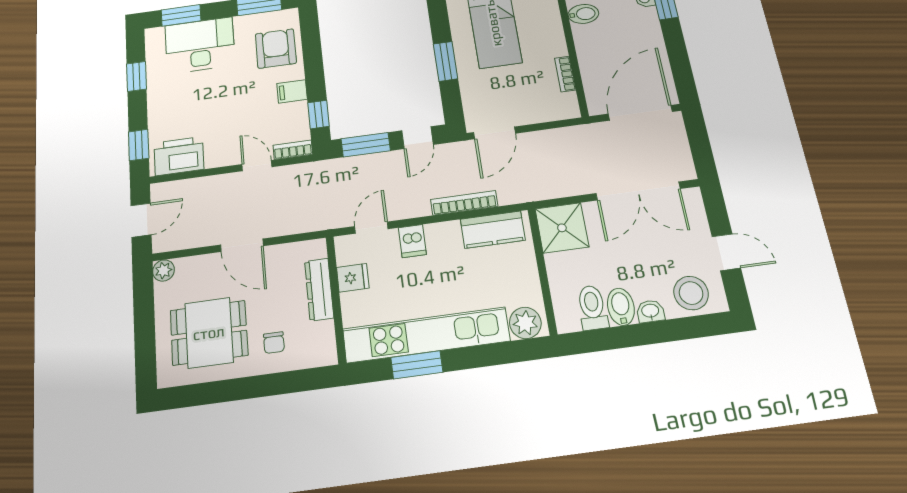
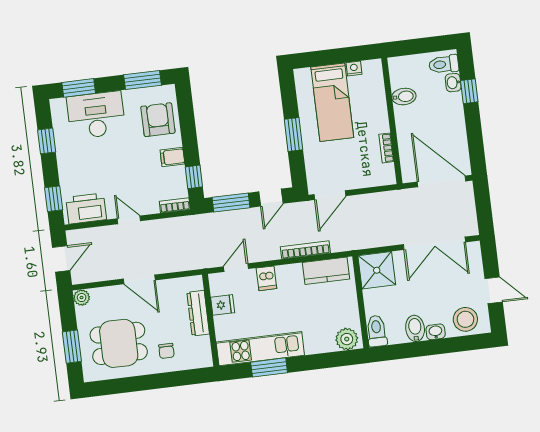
door: (640, 113) -> (441, 181), hinge flipped
door: (257, 166) -> (129, 220), moved
toilet: (592, 308) -> (377, 331), moved
kitchen unit: (426, 335) -> (260, 349), width x0.73
window: (145, 338) -> (72, 347), added

